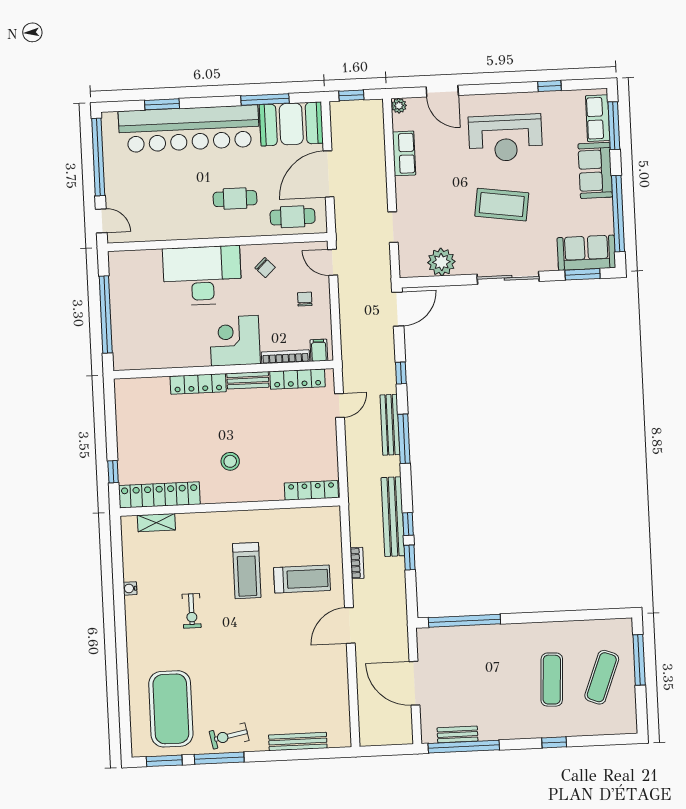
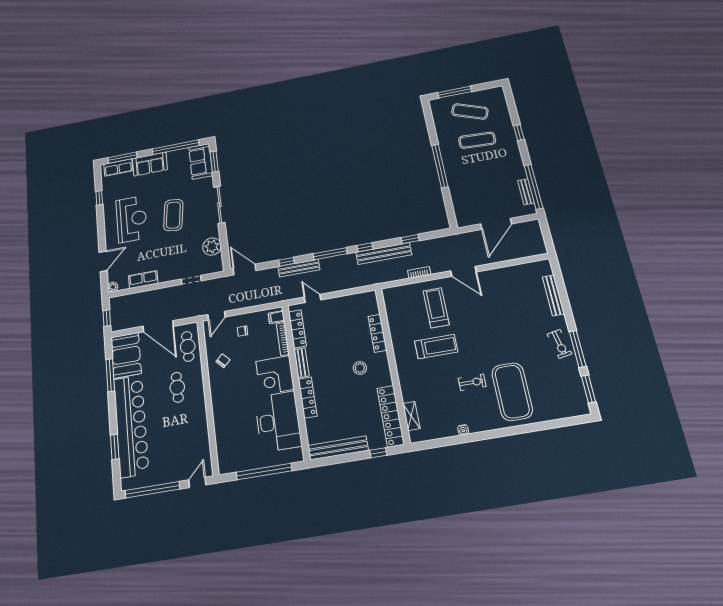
desk: (202, 276) -> (278, 422), moved, turned 180
bench: (125, 418) -> (338, 448), added
bench: (390, 425) -> (299, 268), moved
locker: (311, 490) -> (377, 333), moved
window: (408, 524) -> (365, 247), moved
window: (464, 621) -> (440, 166), moved
exercise mat: (171, 709) -> (512, 392), moved, turned 90

